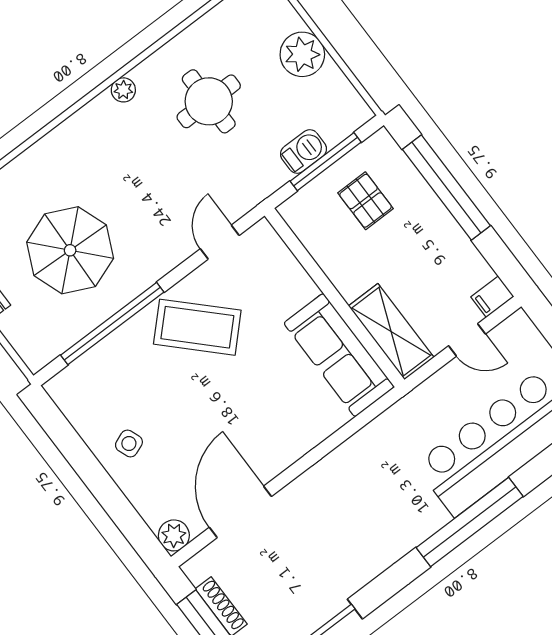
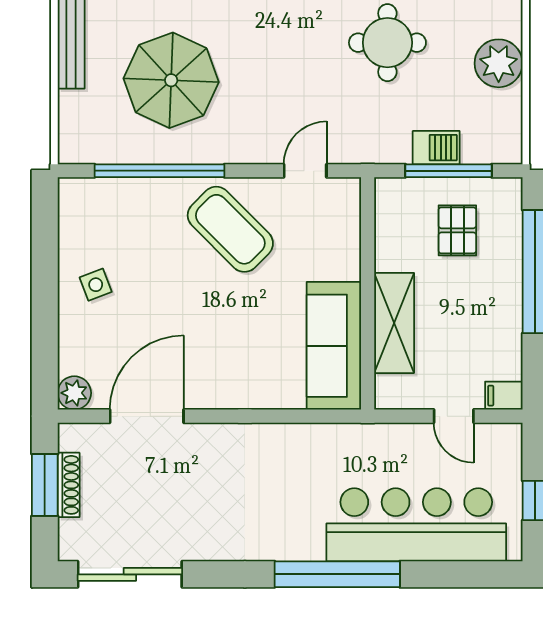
shelving: (391, 332) -> (394, 323), moved

